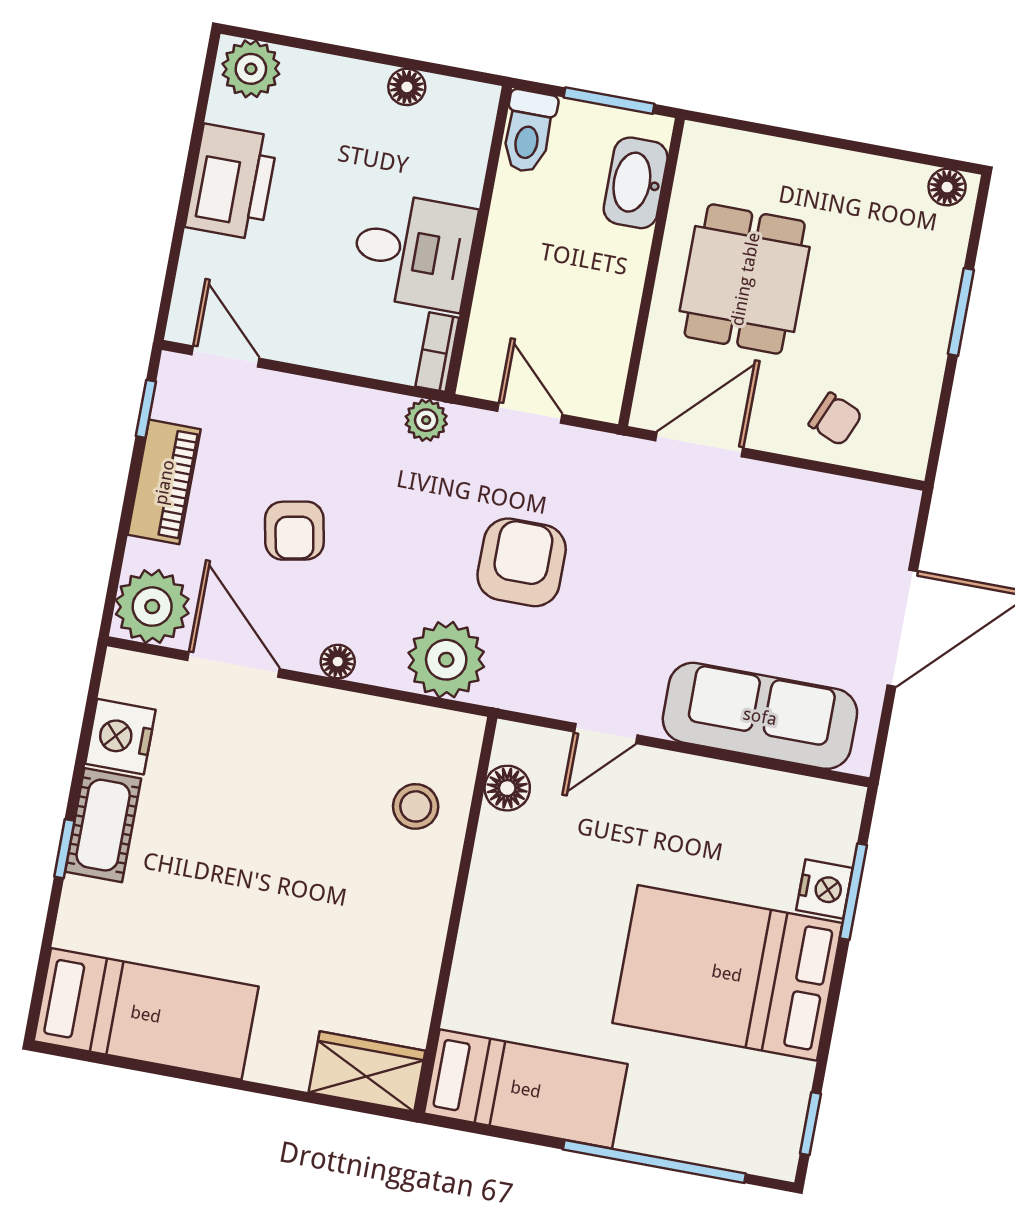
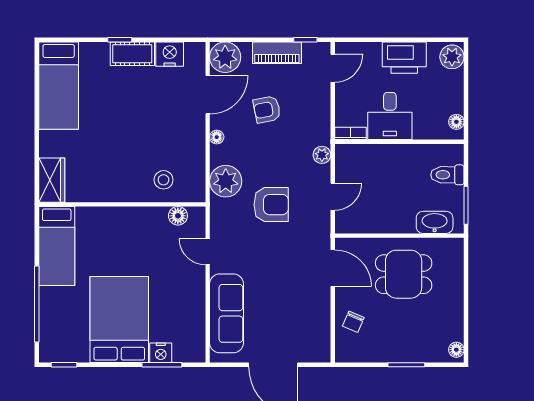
wall: (479, 240) -> (399, 142), moved
desk: (413, 251) -> (390, 116), moved
bookcase: (437, 352) -> (350, 133), moved

